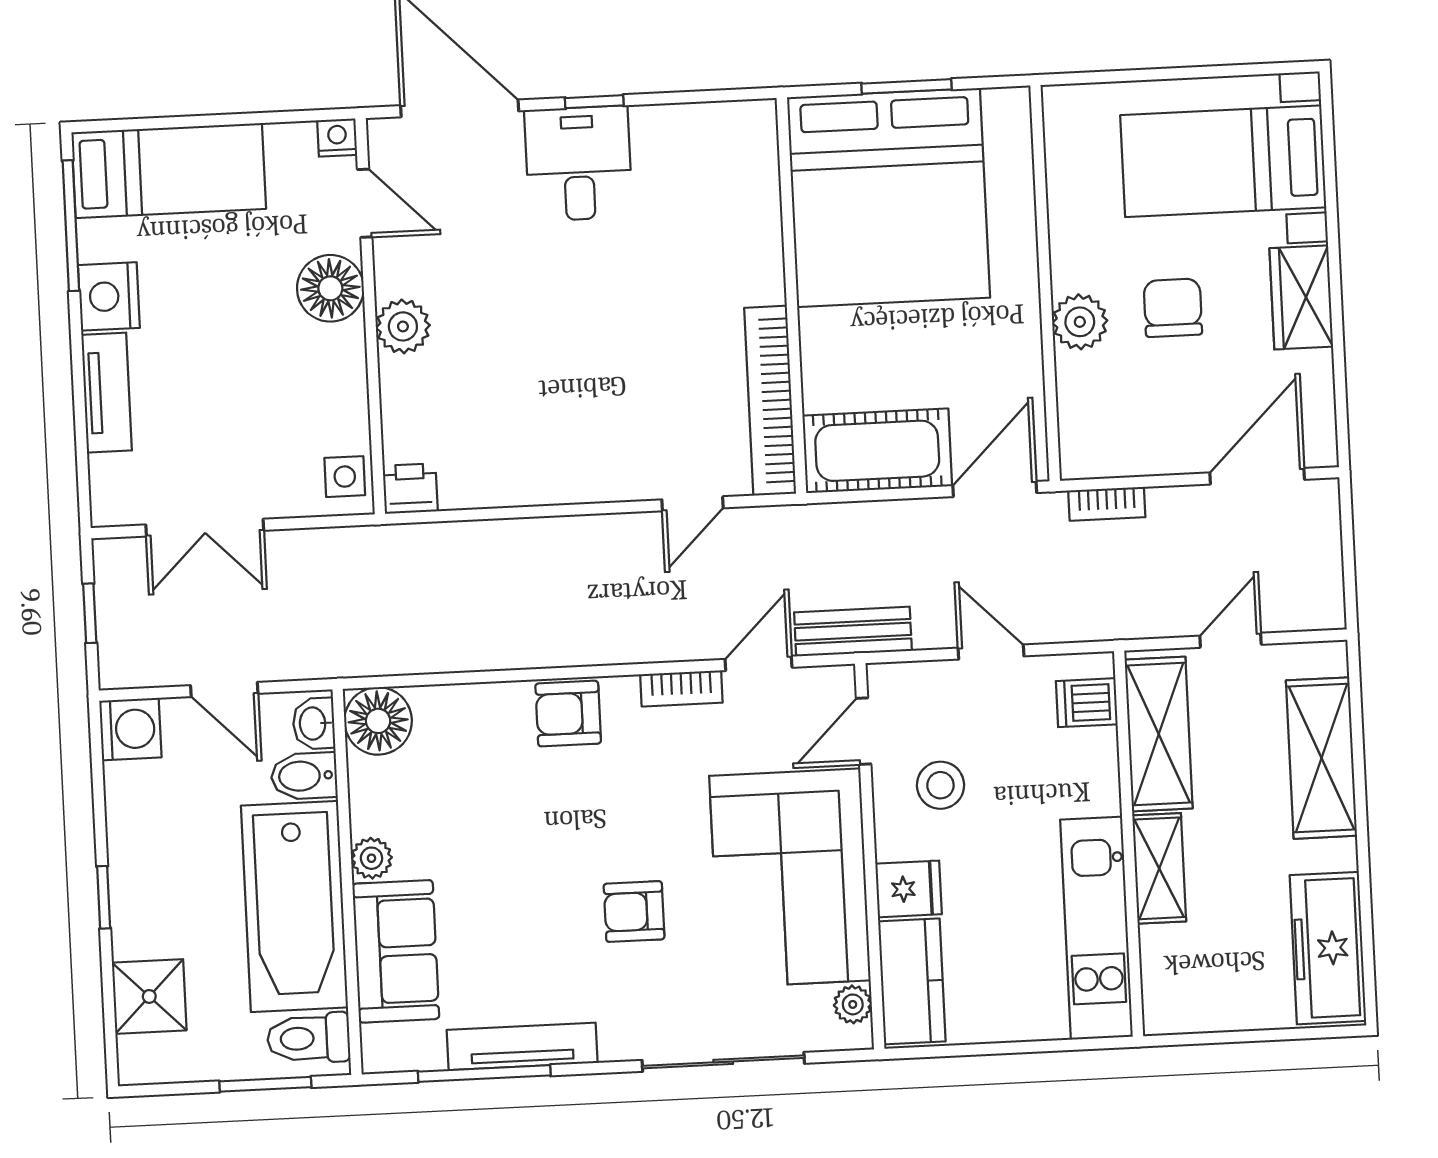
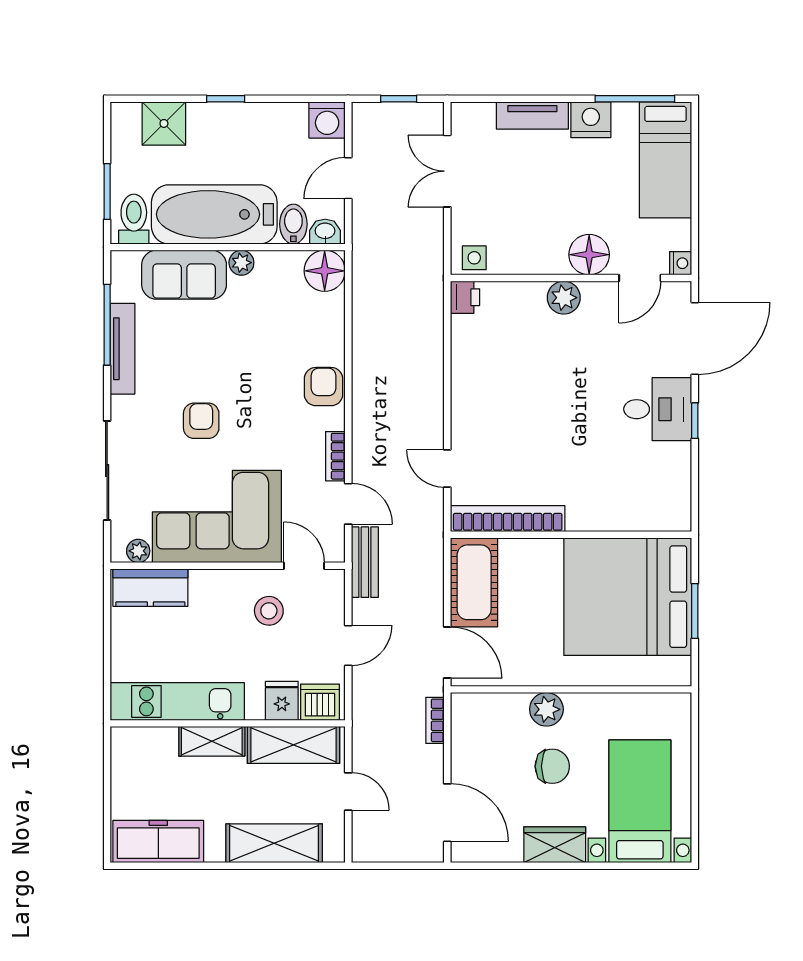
dishwasher: (1087, 703) -> (320, 702), width x1.38
fridge: (908, 889) -> (282, 701), moved, turned 180

